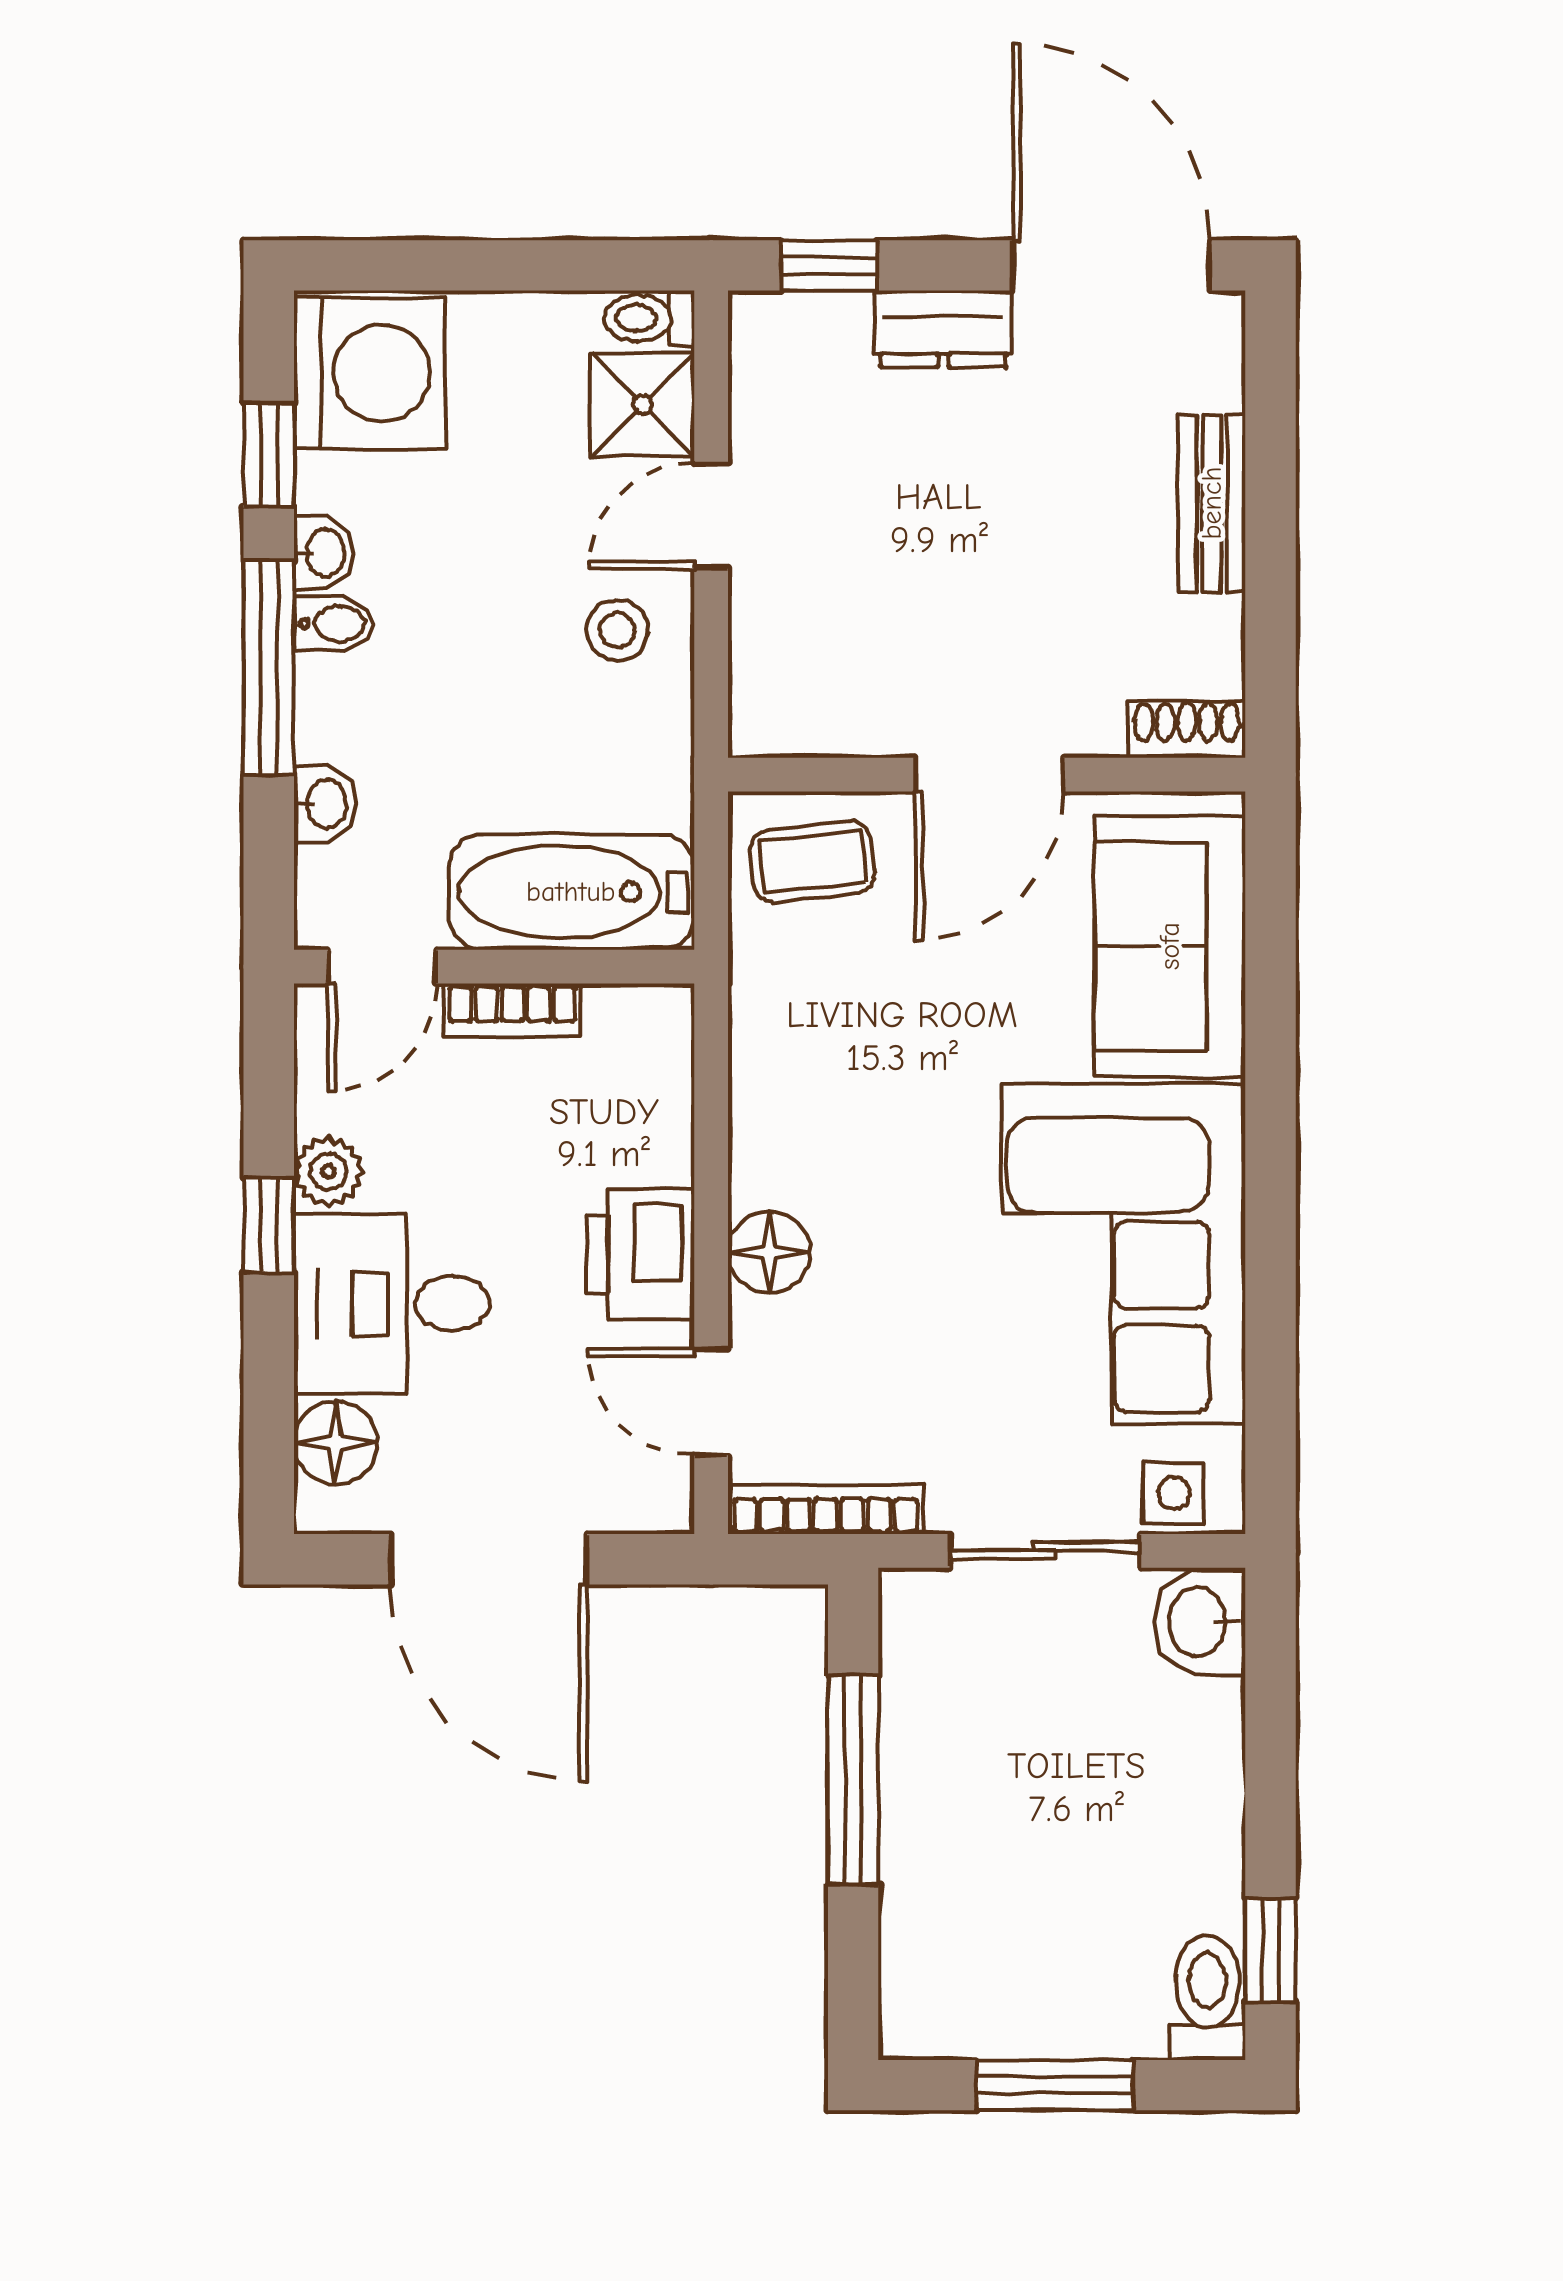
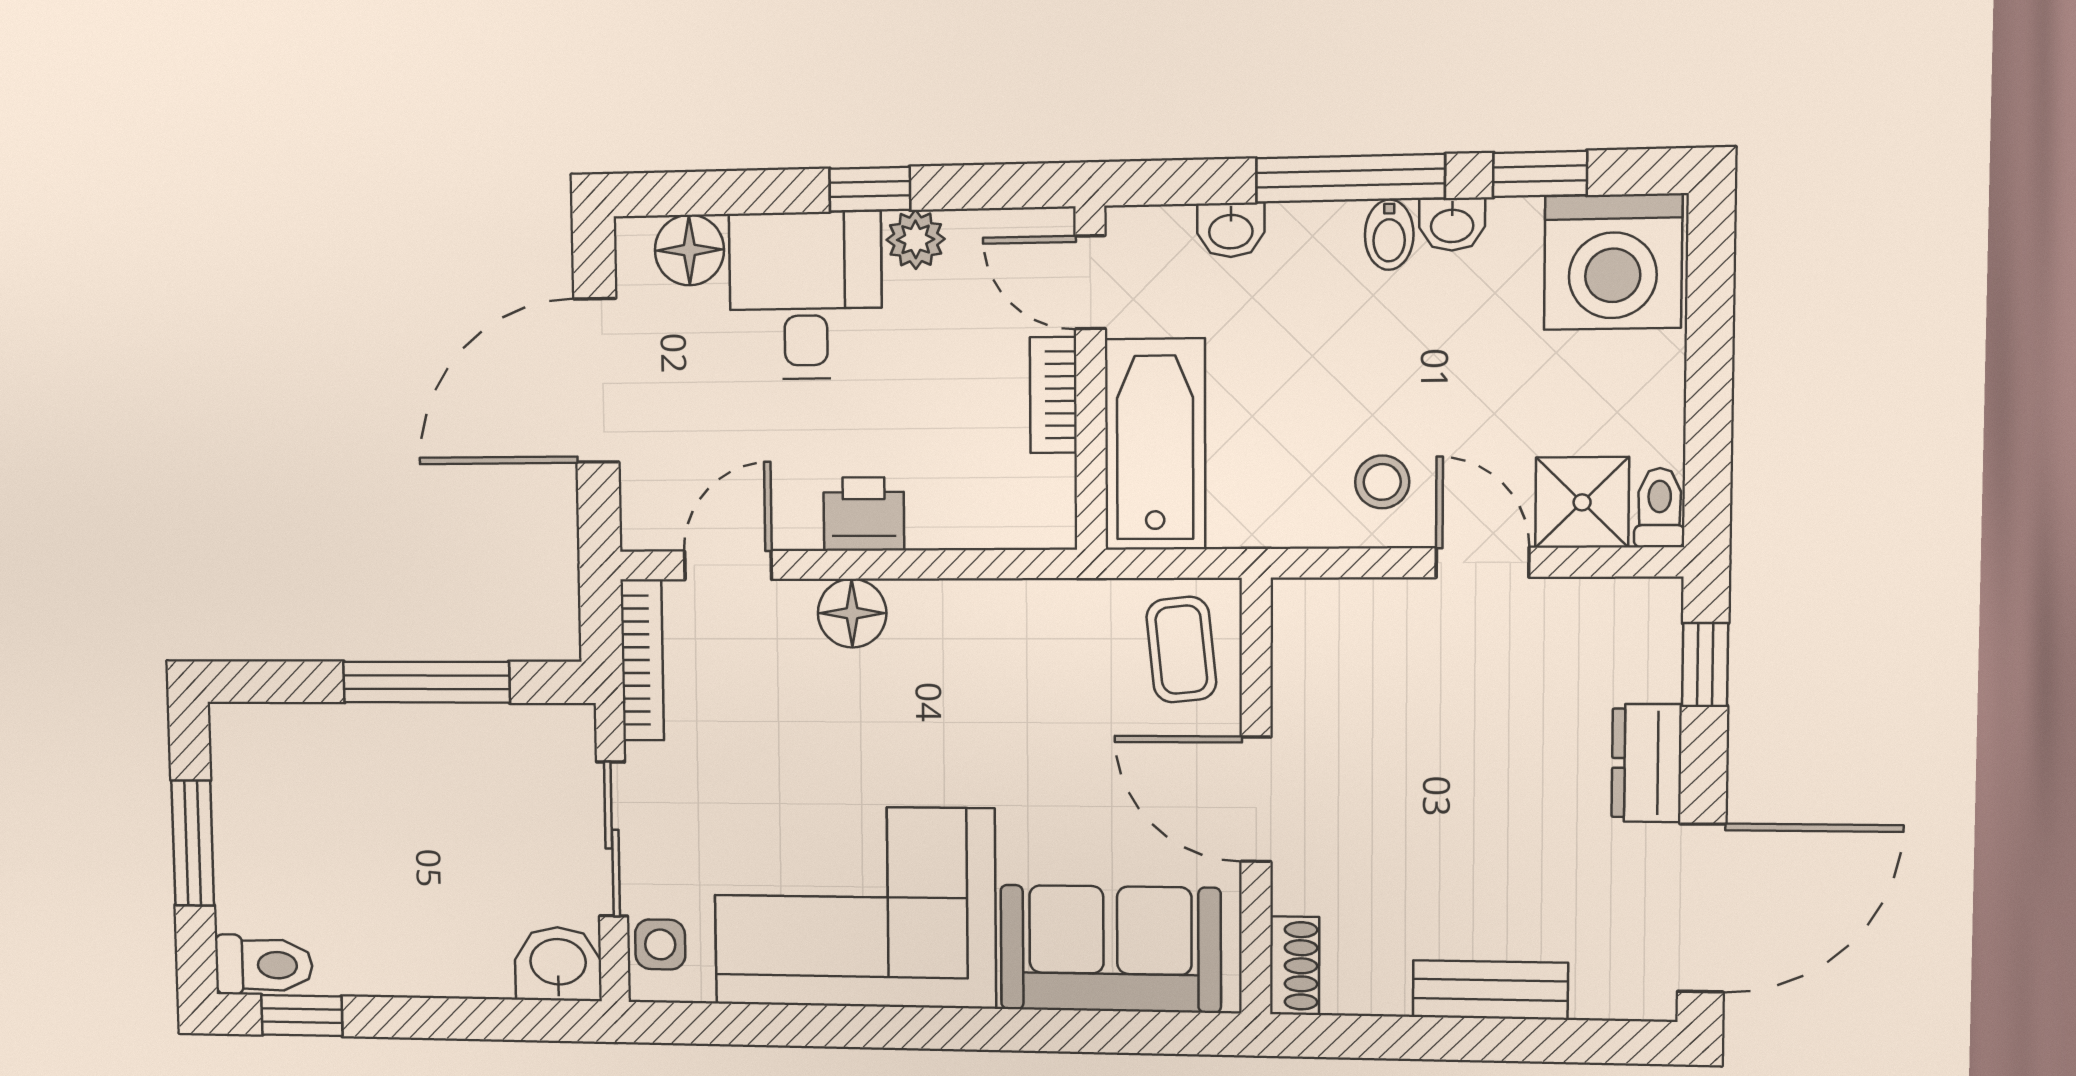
printer: (640, 1254) -> (864, 514), width x0.73, depth x0.81

